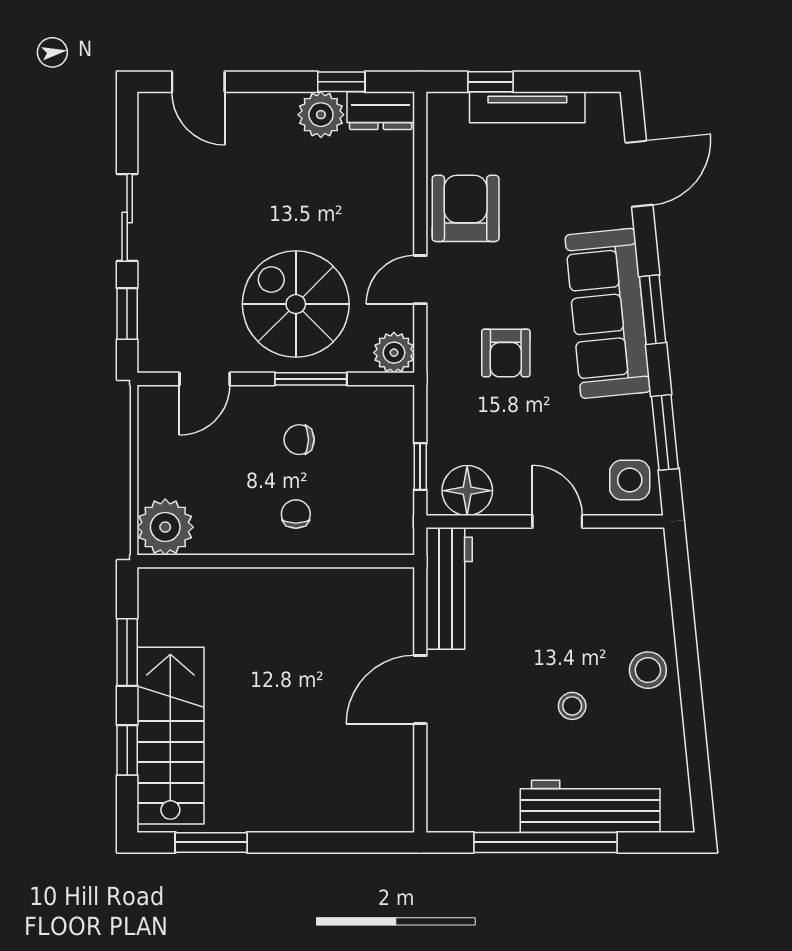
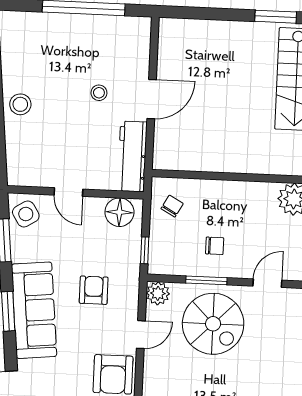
window: (420, 467) -> (145, 250), moved
side table: (630, 480) -> (26, 214), turned -32
chair: (296, 514) -> (172, 206), moved, turned -151
stool: (572, 706) -> (99, 93), moved
workbench: (590, 806) -> (57, 28), removed

